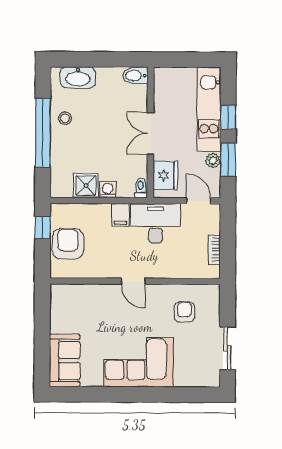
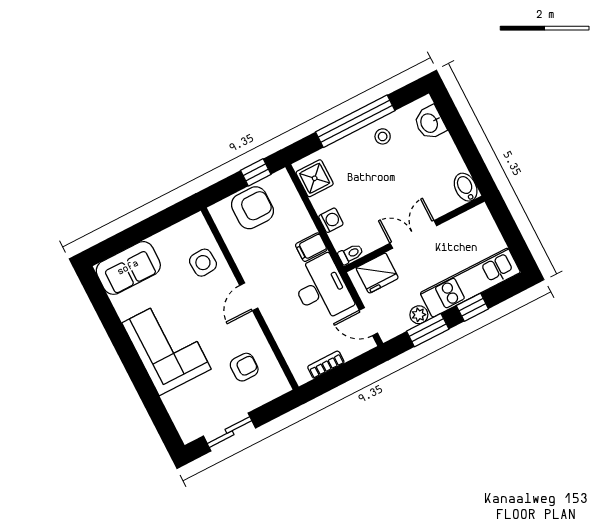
washbasin: (78, 77) -> (430, 123), width x0.72
shower: (86, 186) -> (315, 178), moved
door: (199, 201) -> (368, 322), swing flipped
side table: (90, 302) -> (203, 263), added

